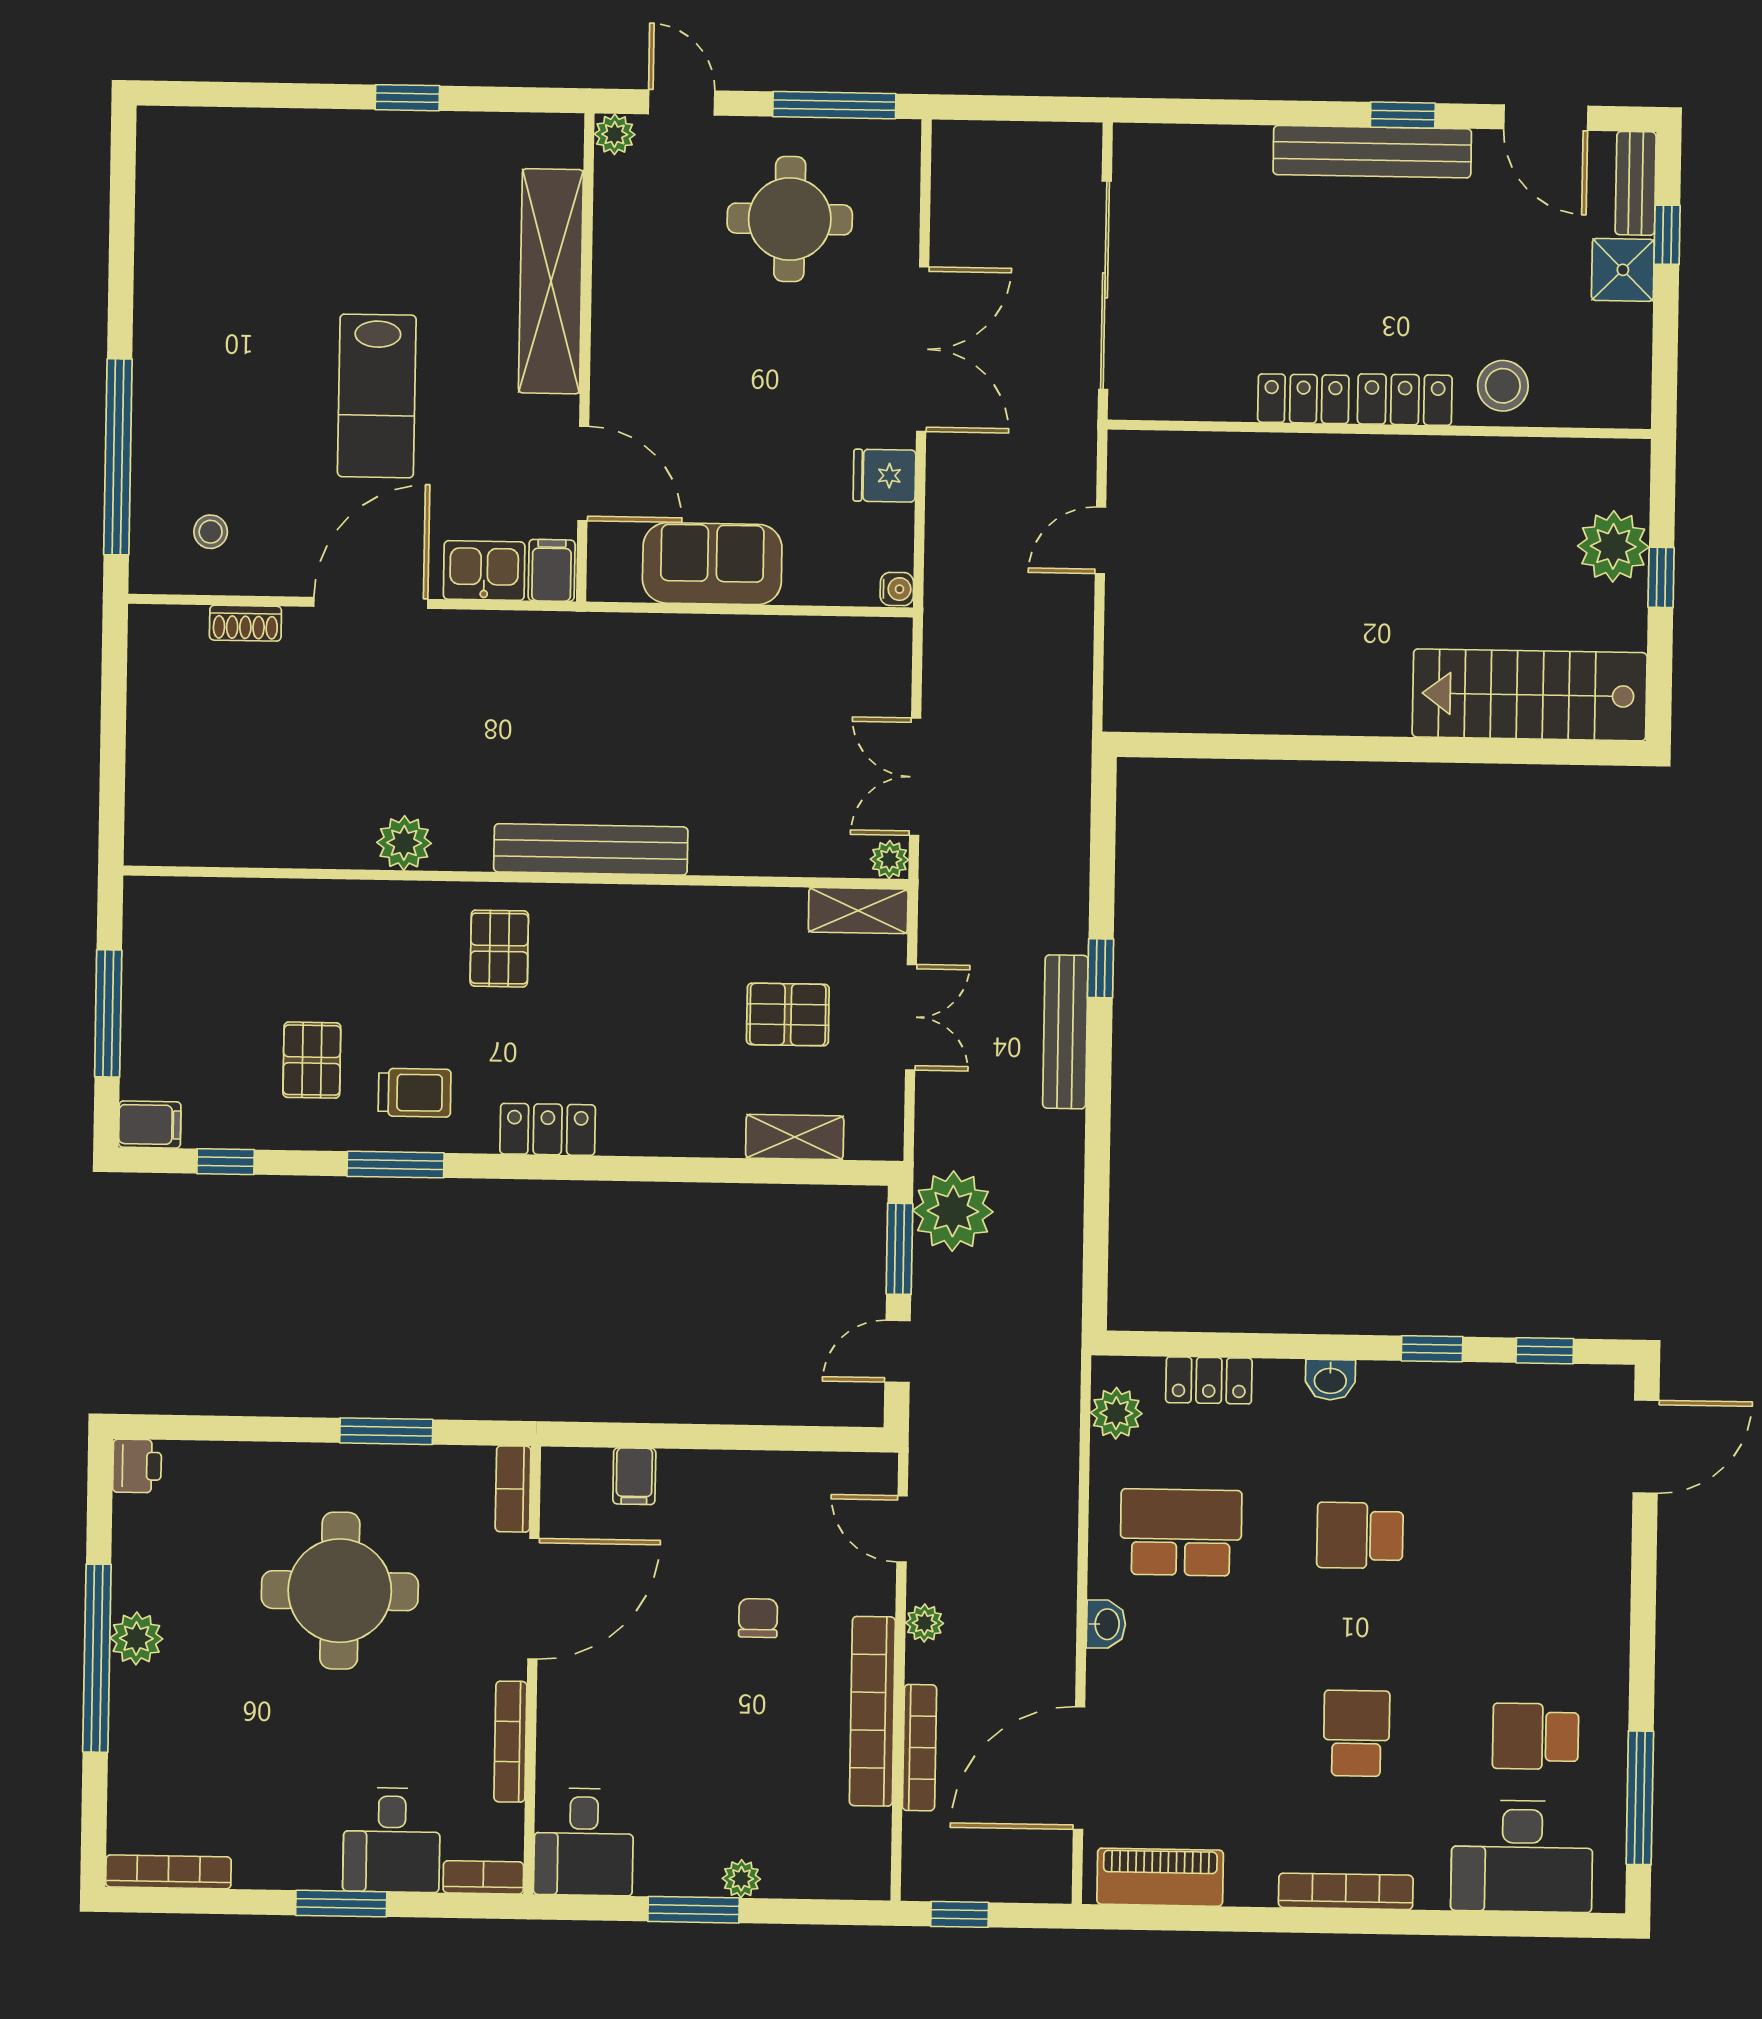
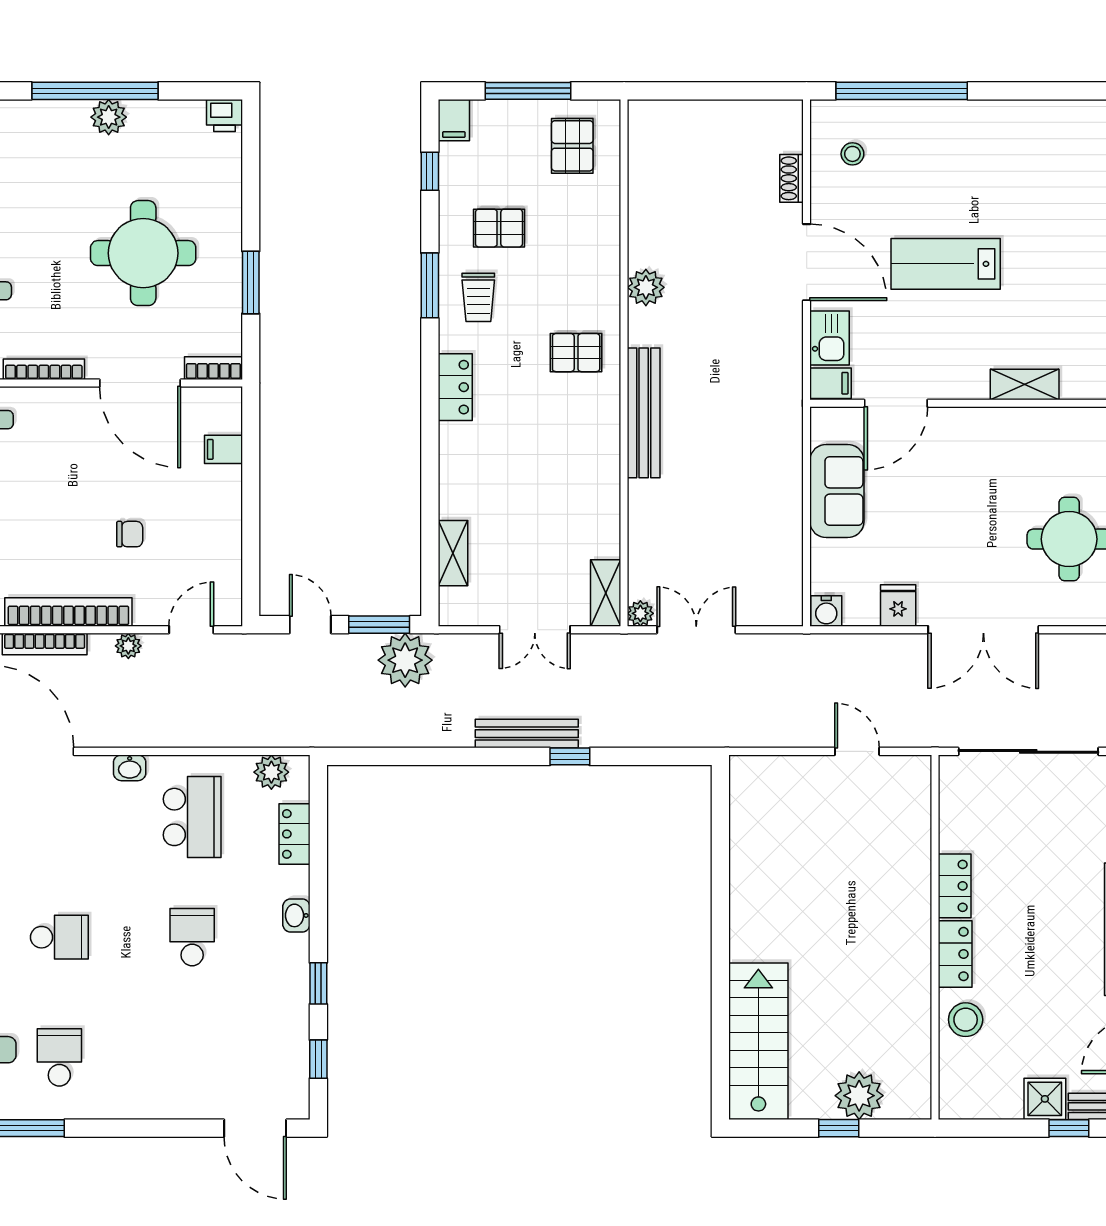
shelving: (551, 281) -> (1025, 385), width x0.45, depth x0.75
water cooler: (897, 589) -> (826, 611), width x1.38, depth x1.38
pallet: (788, 1014) -> (572, 146), moved

